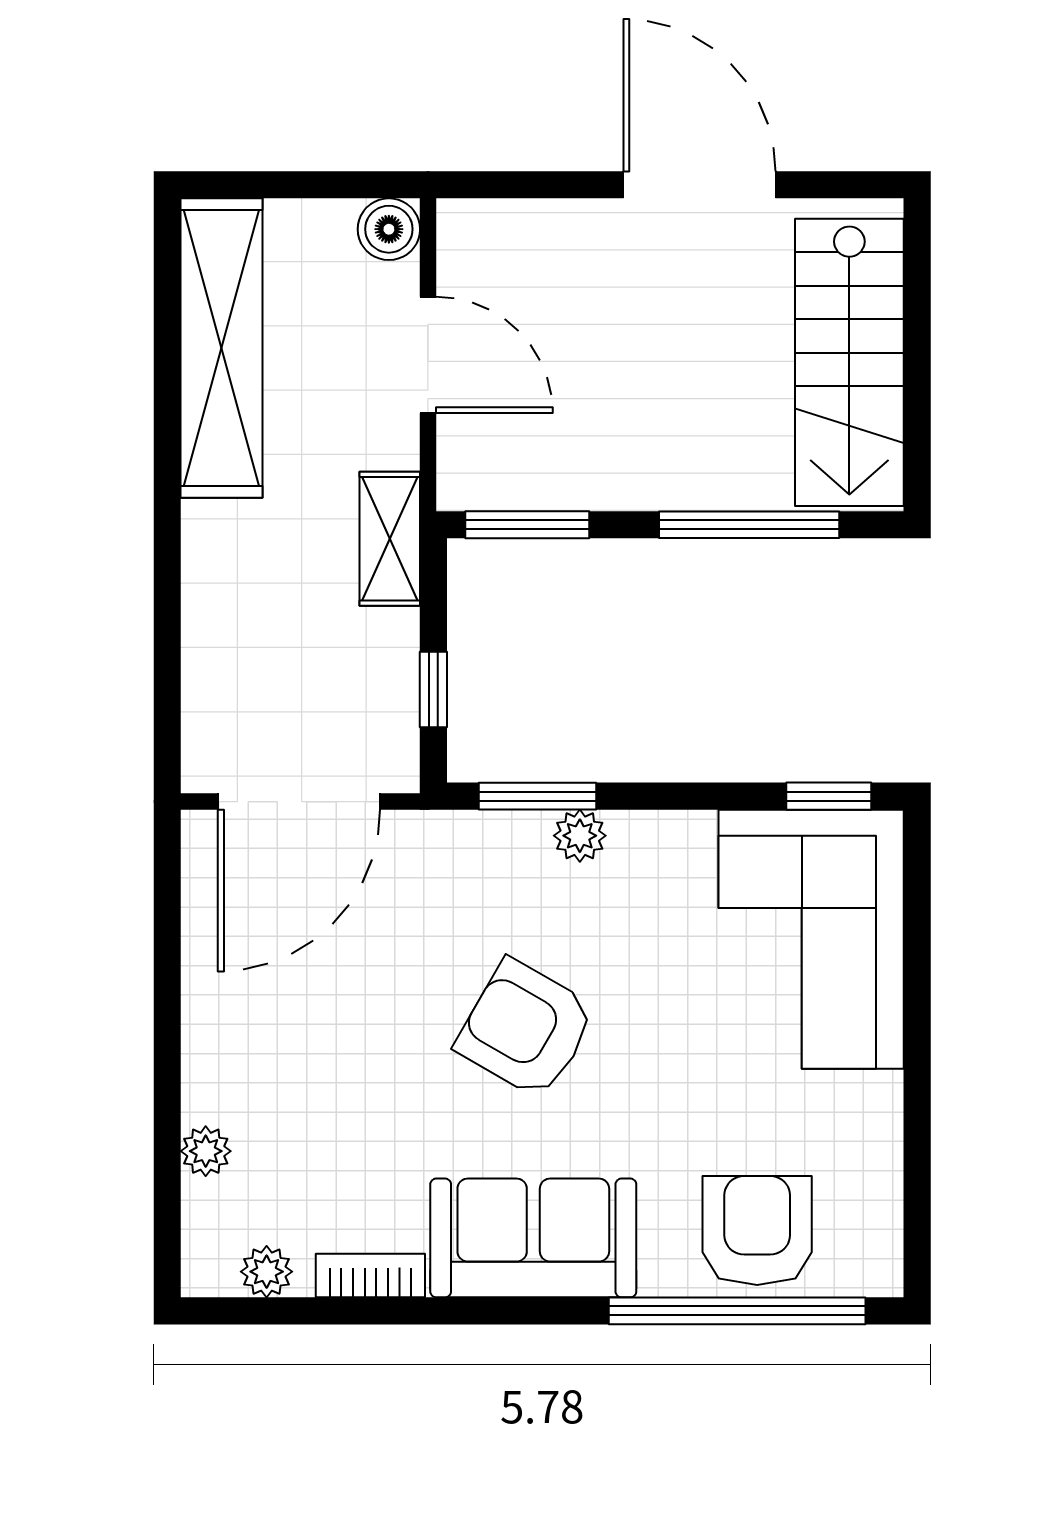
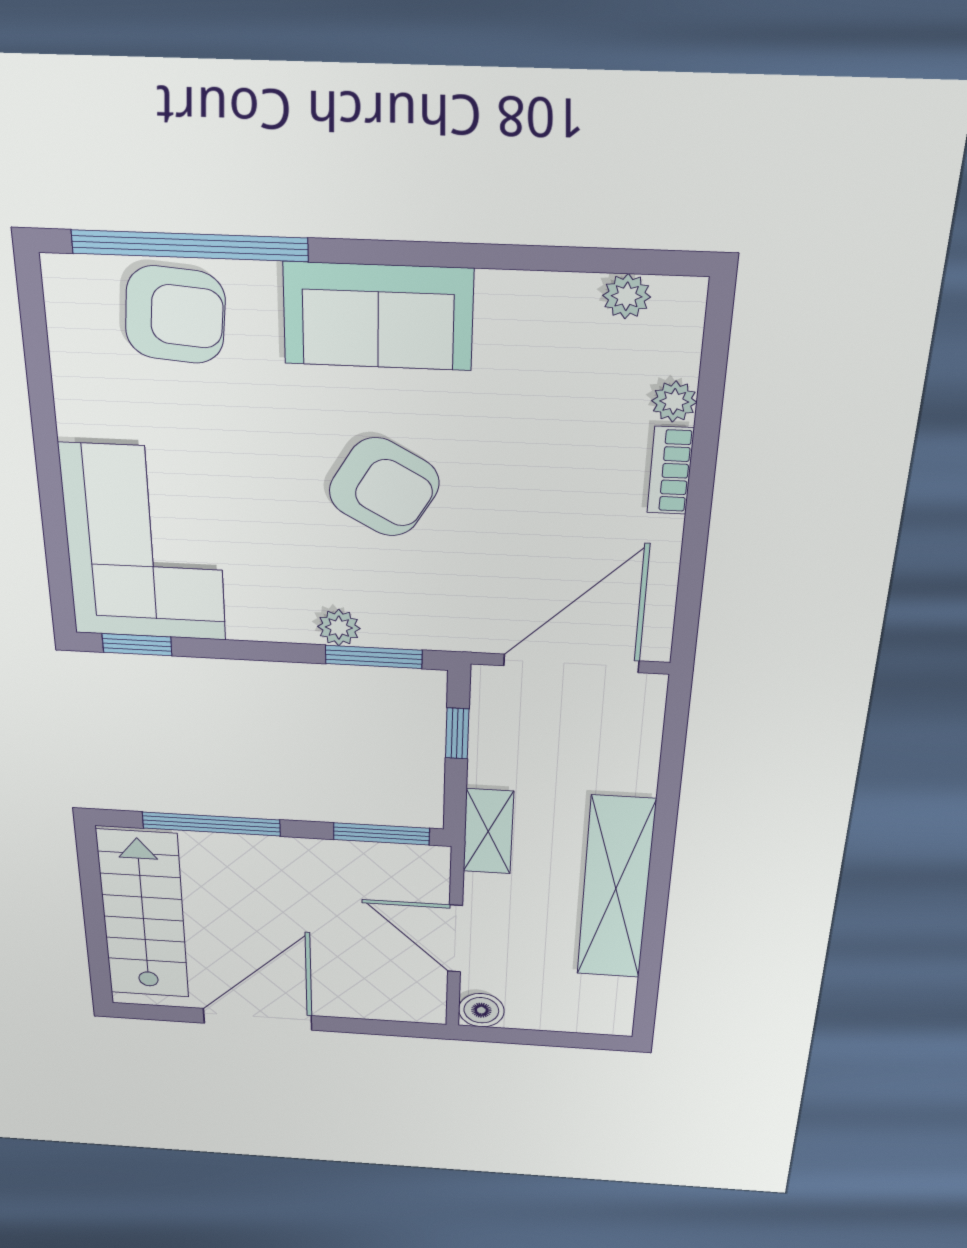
door: (699, 185) -> (258, 1019), swing flipped
shelving: (222, 348) -> (616, 889), moved
armchair: (757, 1230) -> (175, 315), turned -85
bookcase: (370, 1276) -> (671, 471), moved, turned 90

